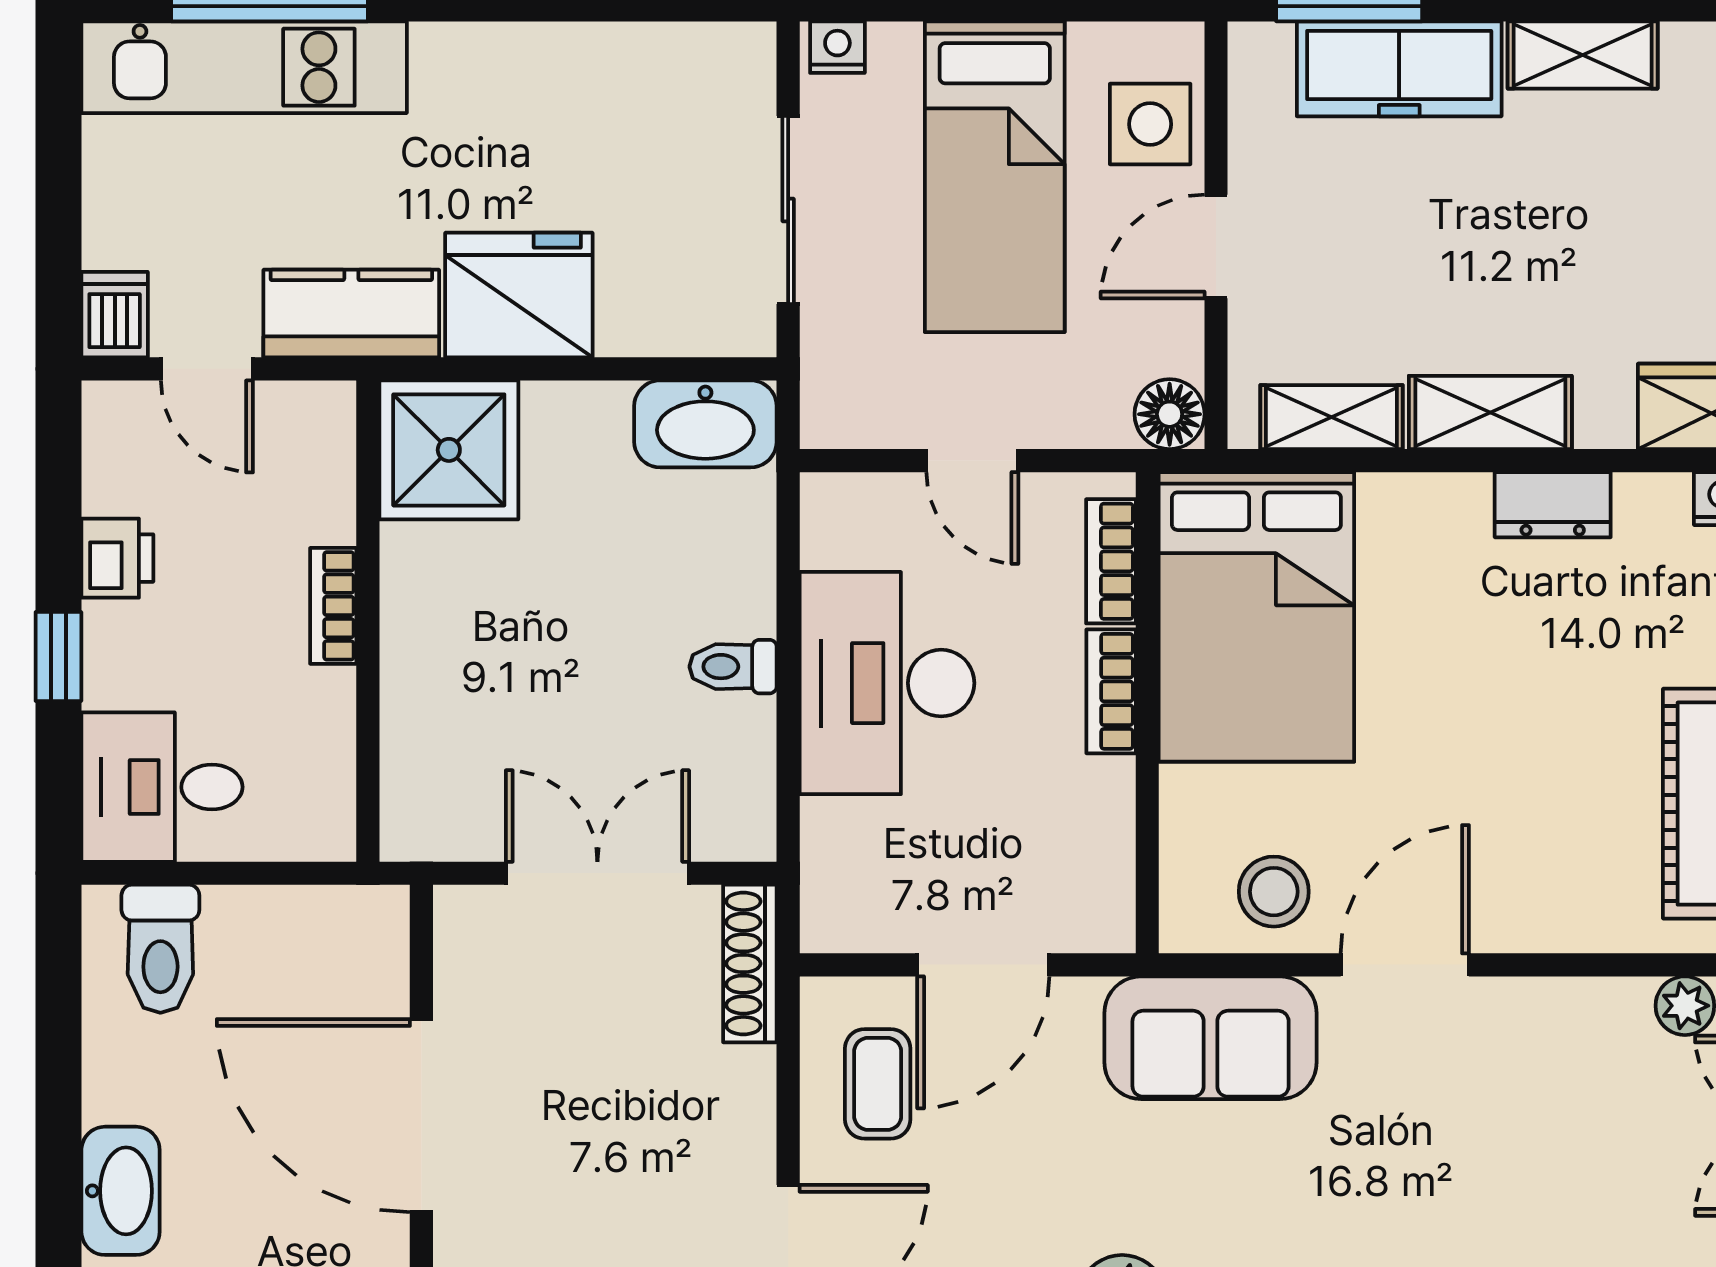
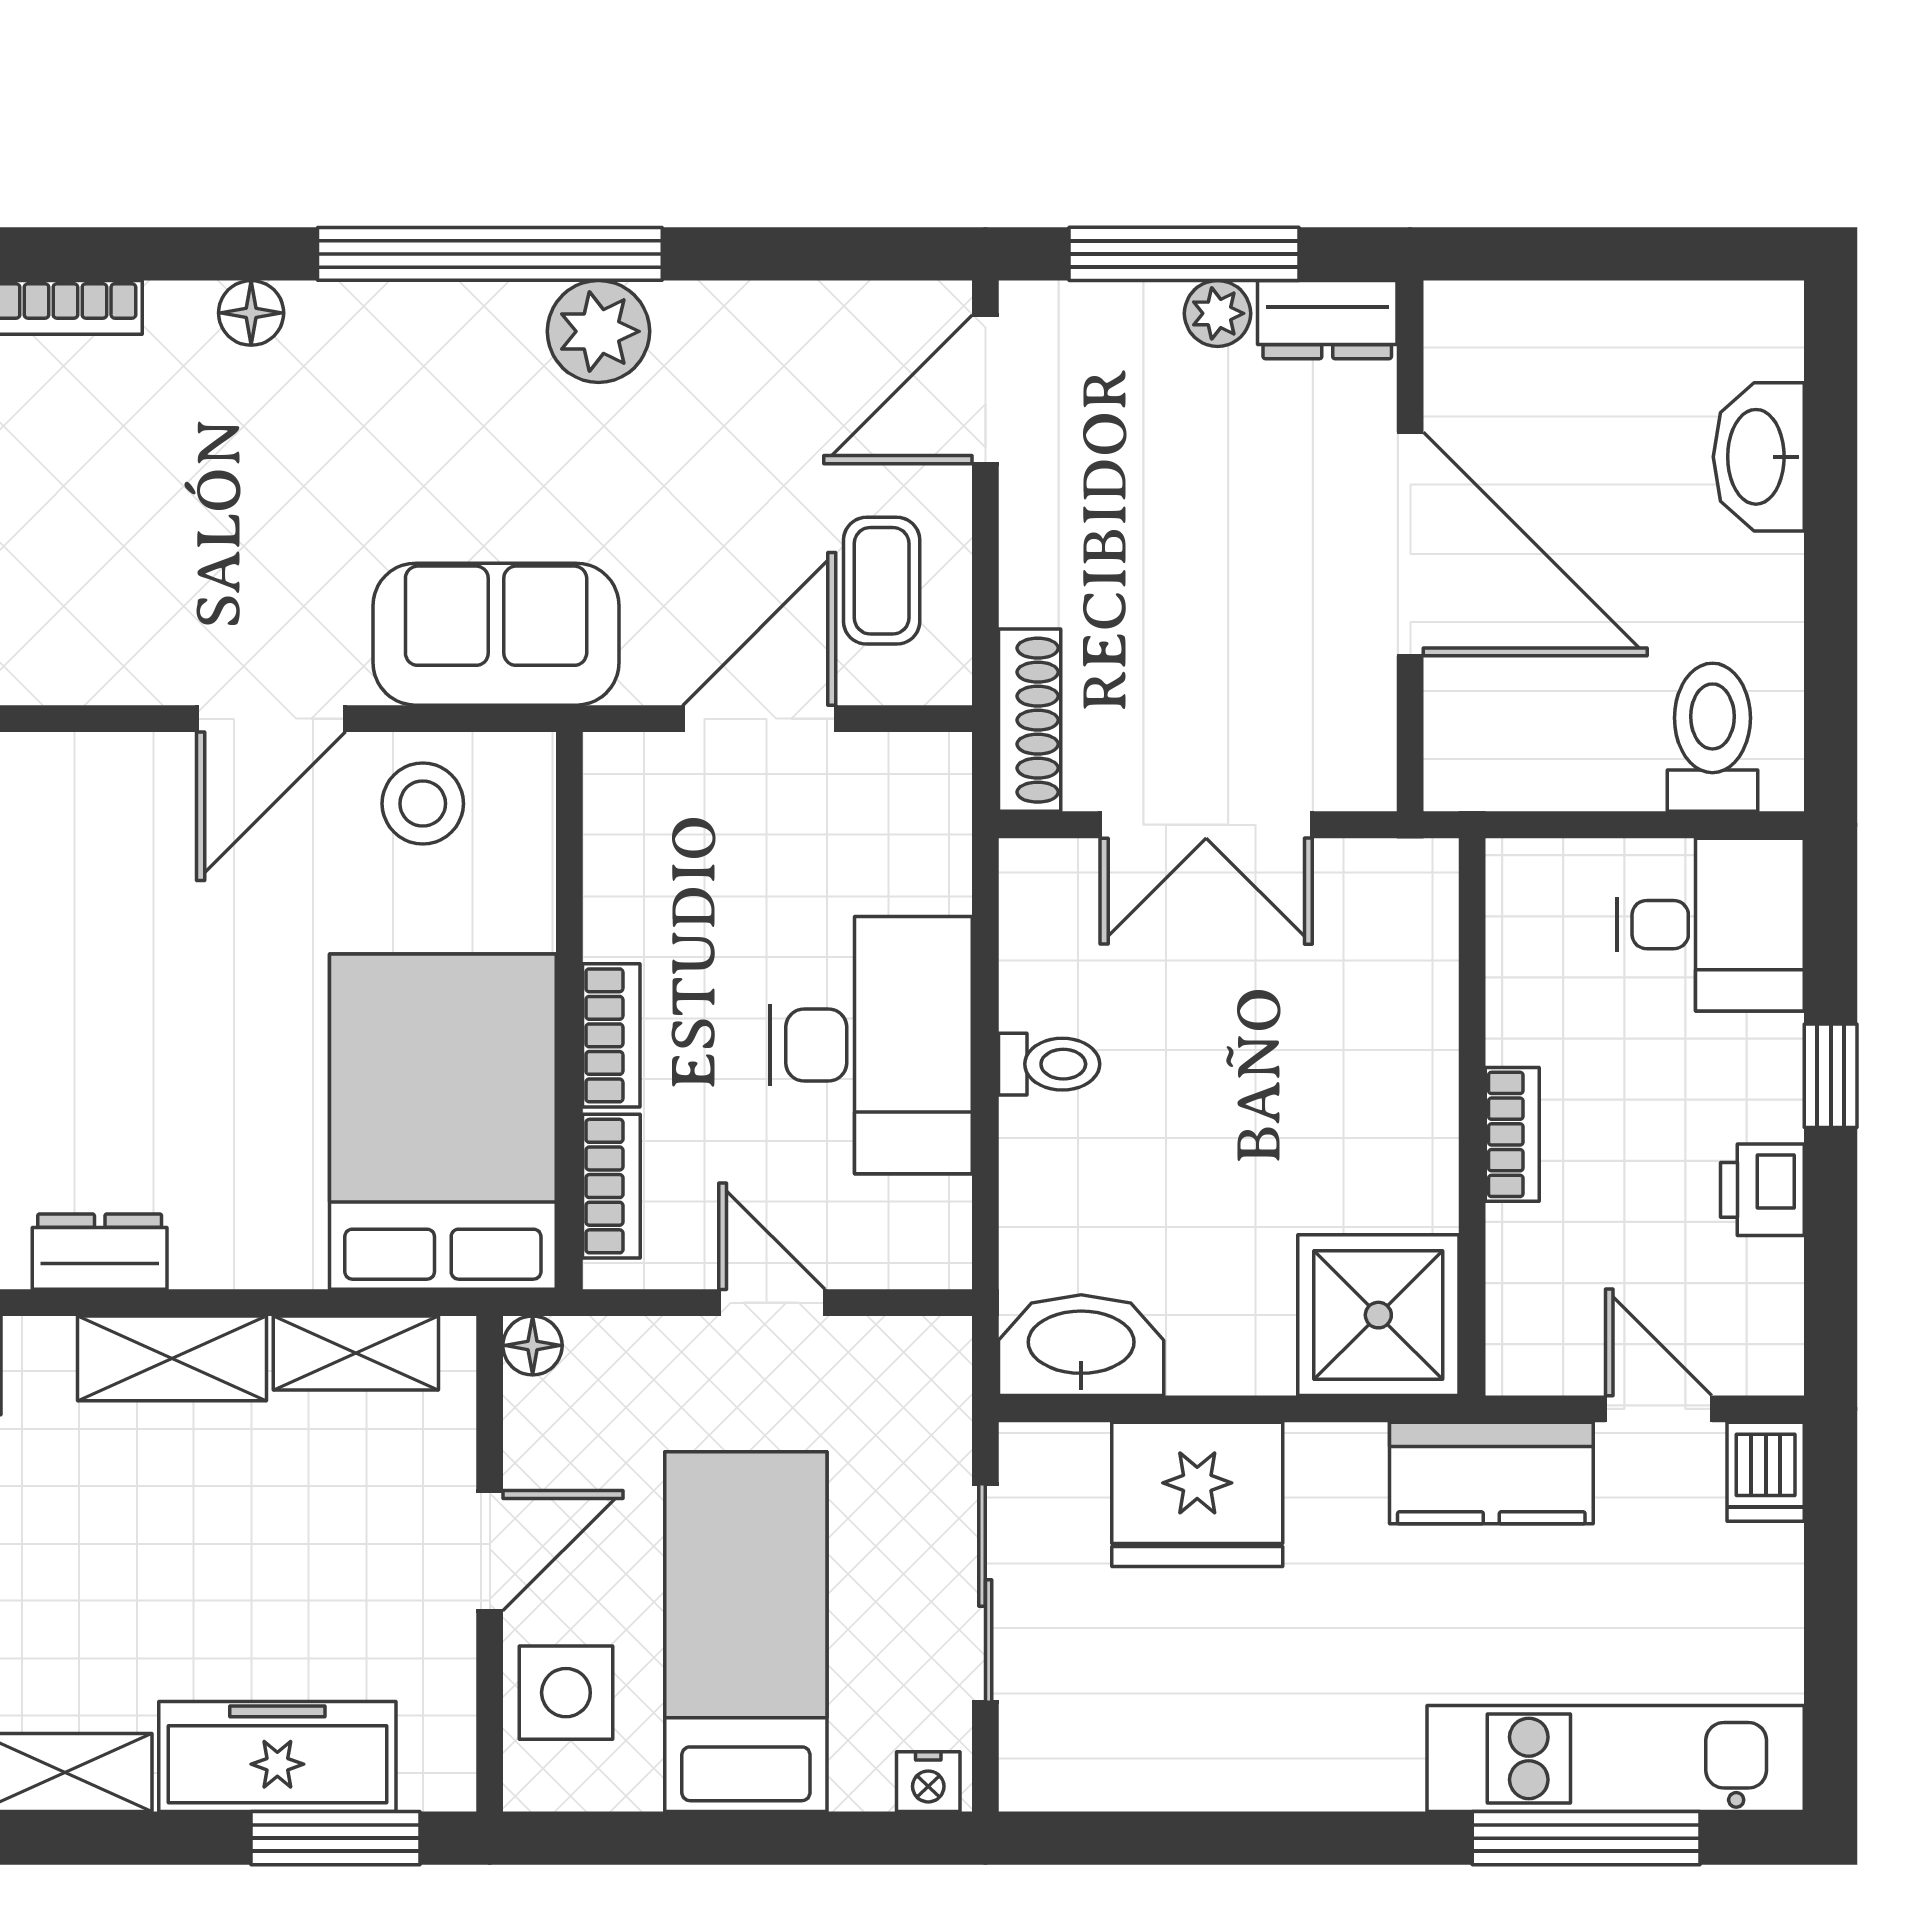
fridge: (519, 295) -> (1197, 1494), moved
floor lamp: (1170, 414) -> (533, 1345), width x0.73, depth x0.73

